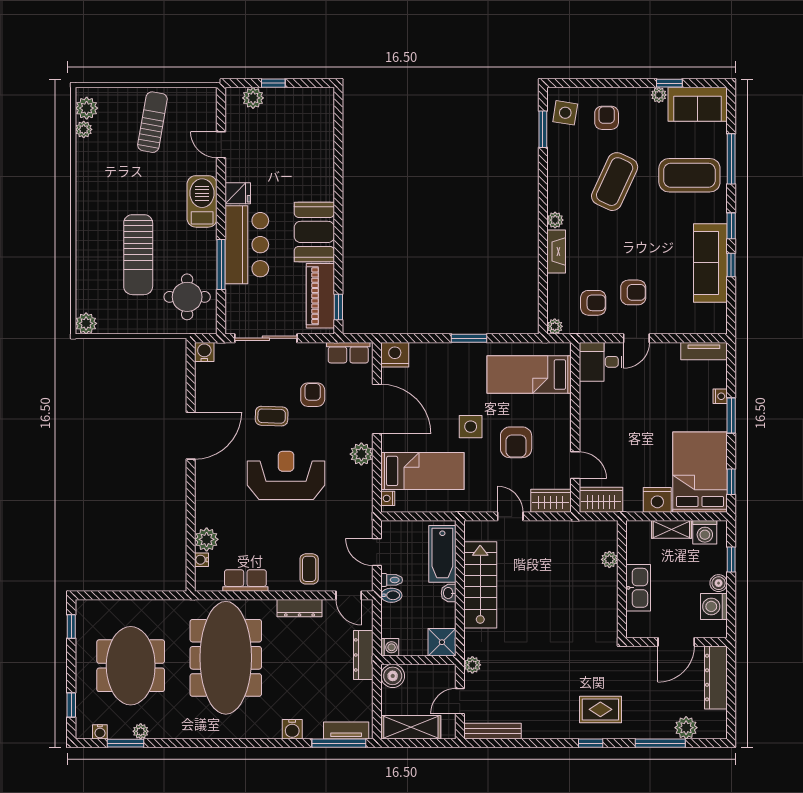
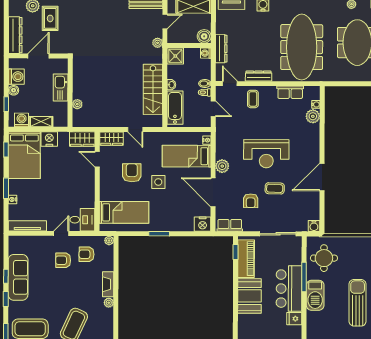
barbecue: (202, 201) -> (315, 295), moved
sun lounger: (138, 255) -> (358, 303), moved
tv unit: (704, 351) -> (27, 226), width x1.41
rug: (600, 709) -> (50, 18), moved, turned 90

